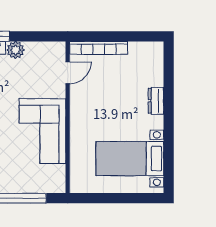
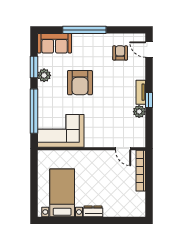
dresser: (156, 101) -> (93, 211), moved
corner sofa: (43, 131) -> (61, 131), moved

